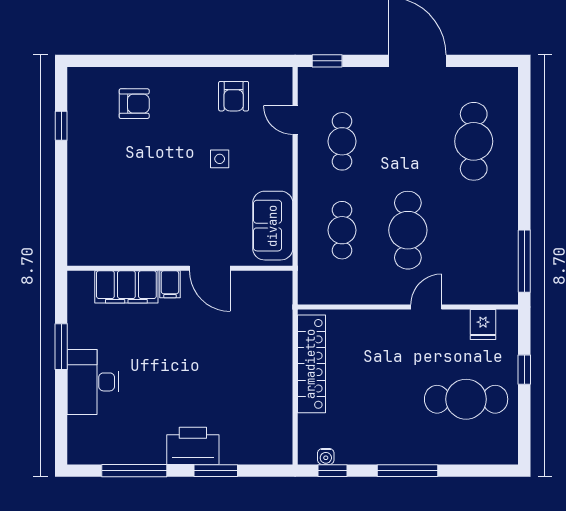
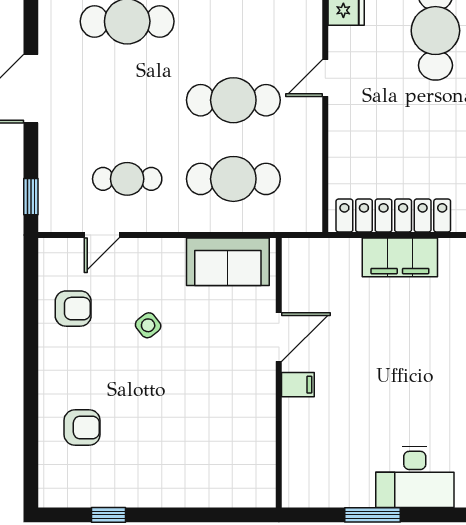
armchair: (134, 104) -> (82, 427), turned 90
side table: (220, 159) -> (148, 325), turned -38
cafe table: (342, 230) -> (233, 179), width x1.37, depth x1.35
filing cabinet: (126, 287) -> (400, 257), moved, turned 90
door: (426, 307) -> (325, 78), hinge flipped

